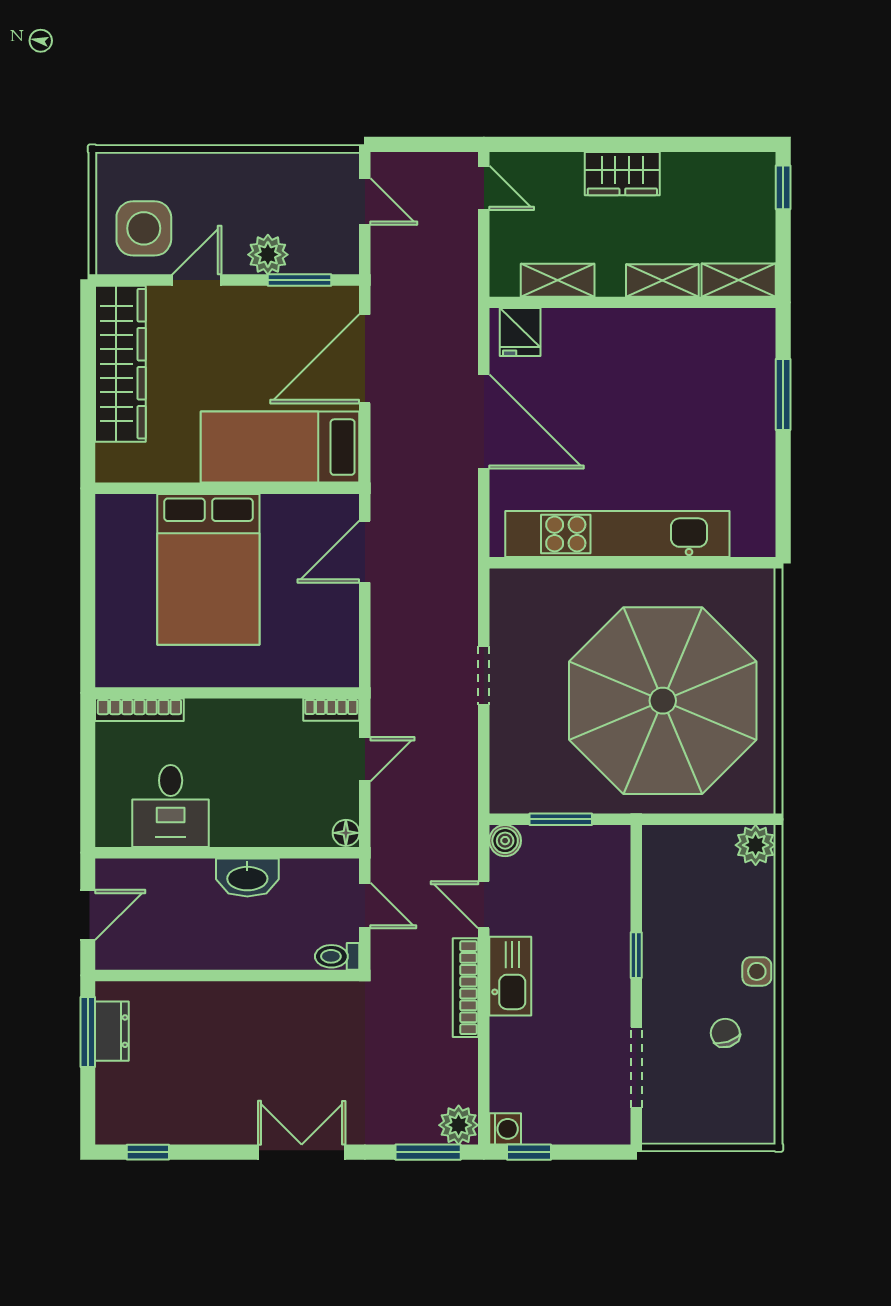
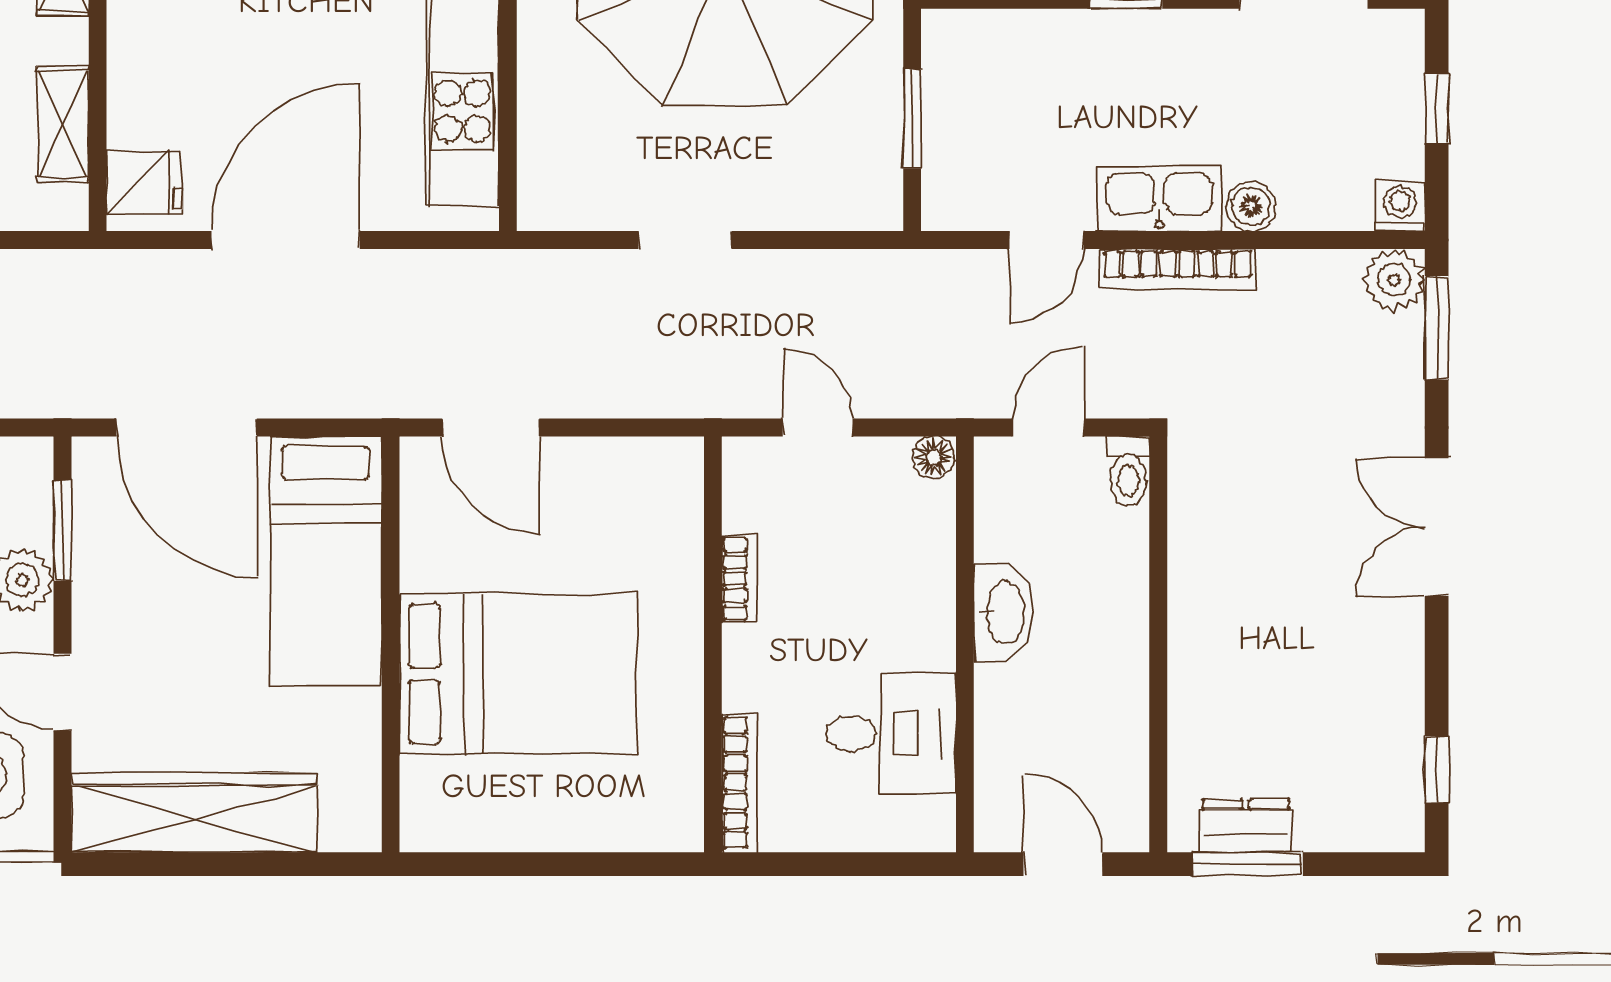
bookcase: (331, 710) -> (739, 579), moved
boiler: (505, 841) -> (1251, 206), moved
window: (529, 1152) -> (1437, 108), moved

